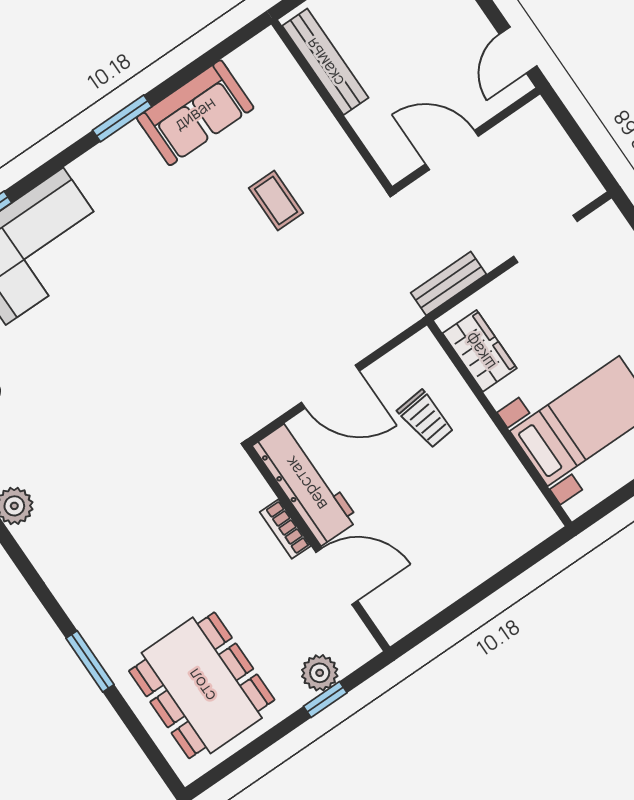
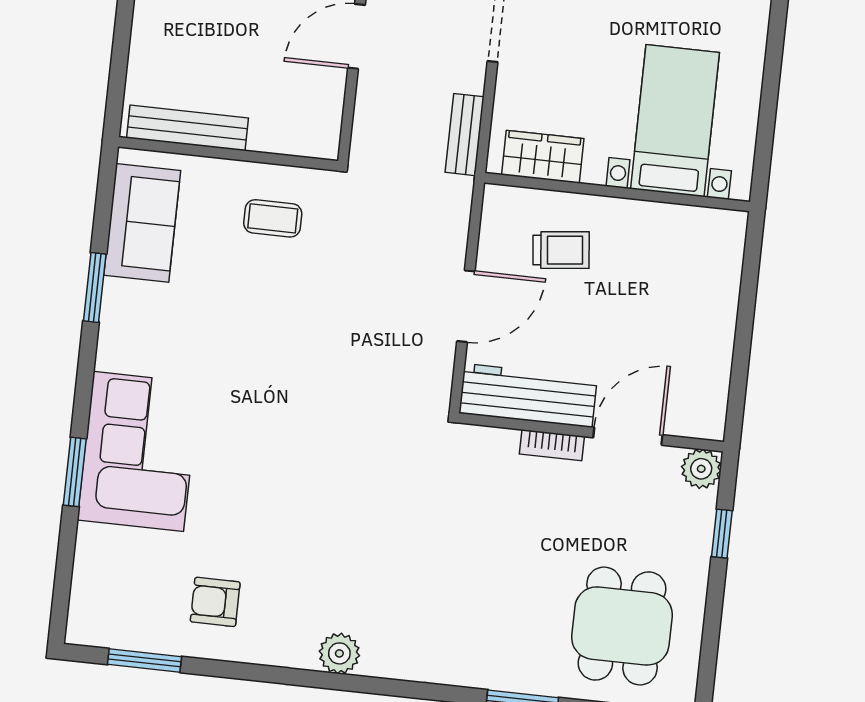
bench: (325, 62) -> (188, 128), moved
wall: (332, 105) -> (228, 154), moved
plant: (320, 673) -> (701, 469), moved
dining table: (202, 685) -> (622, 626), width x0.73

